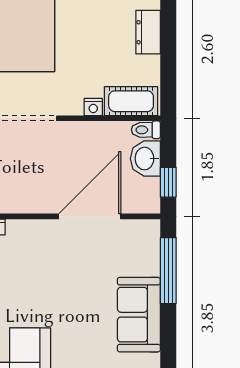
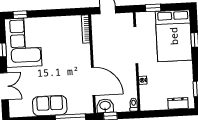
cot: (131, 101) -> (146, 97), removed
washbasin: (145, 159) -> (105, 106), moved

